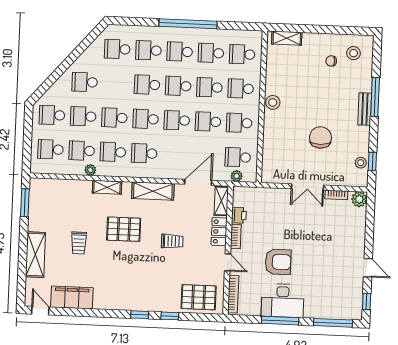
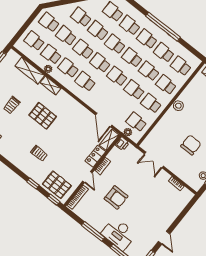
school desk: (116, 83) -> (98, 31), added
door: (198, 182) -> (104, 120), swing flipped
double door: (308, 187) -> (154, 160), moved
shelving: (153, 191) -> (30, 71), moved
plant: (359, 199) -> (187, 196), removed
printer: (239, 215) -> (122, 144), moved
trolley: (172, 241) -> (39, 153), moved
desk: (283, 301) -> (119, 234), moved
window: (140, 315) -> (54, 200), moved

